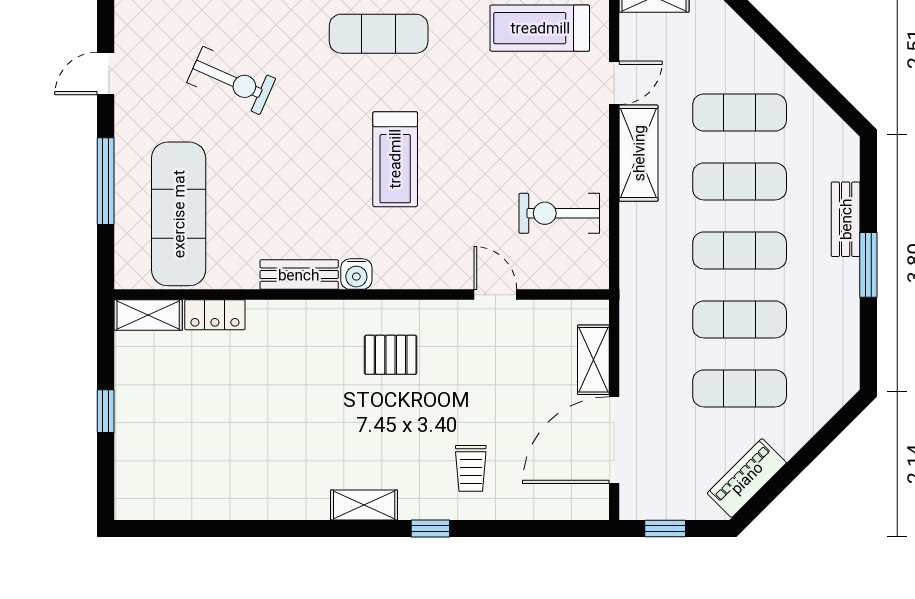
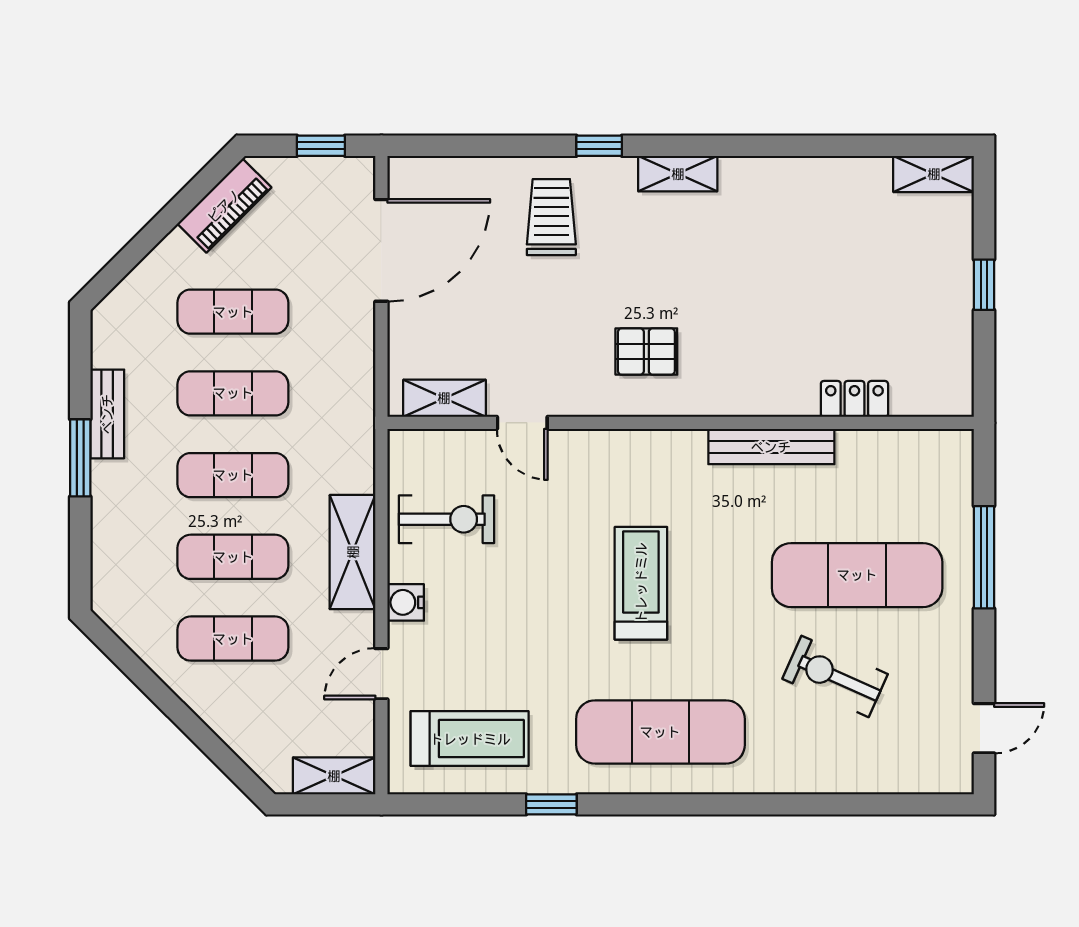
exercise mat: (379, 34) -> (660, 732), width x1.36, depth x1.45
door: (106, 73) -> (984, 728), moved
shelving: (639, 153) -> (353, 552), moved
exercise mat: (179, 214) -> (857, 575), moved, turned 90
bench: (846, 219) -> (107, 414), moved
water cooler: (356, 274) -> (406, 602), moved, turned -90
bench: (299, 275) -> (771, 447), width x1.36
shelving: (148, 315) -> (934, 174), moved
shelving: (593, 360) -> (444, 398), moved, turned 90
trolley: (471, 468) -> (551, 217), width x1.36, depth x1.39

